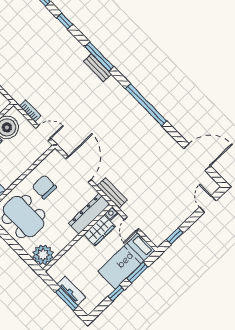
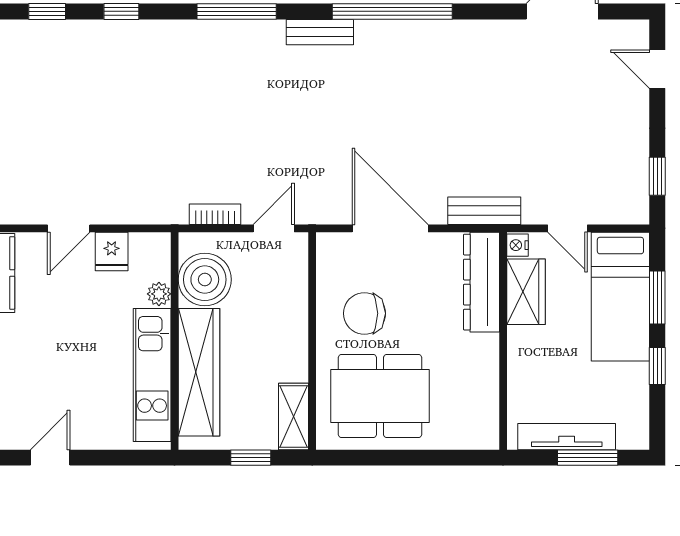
bench: (97, 68) -> (320, 32), moved
plant: (43, 255) -> (475, 426), removed
tv unit: (71, 291) -> (567, 437), width x1.41

